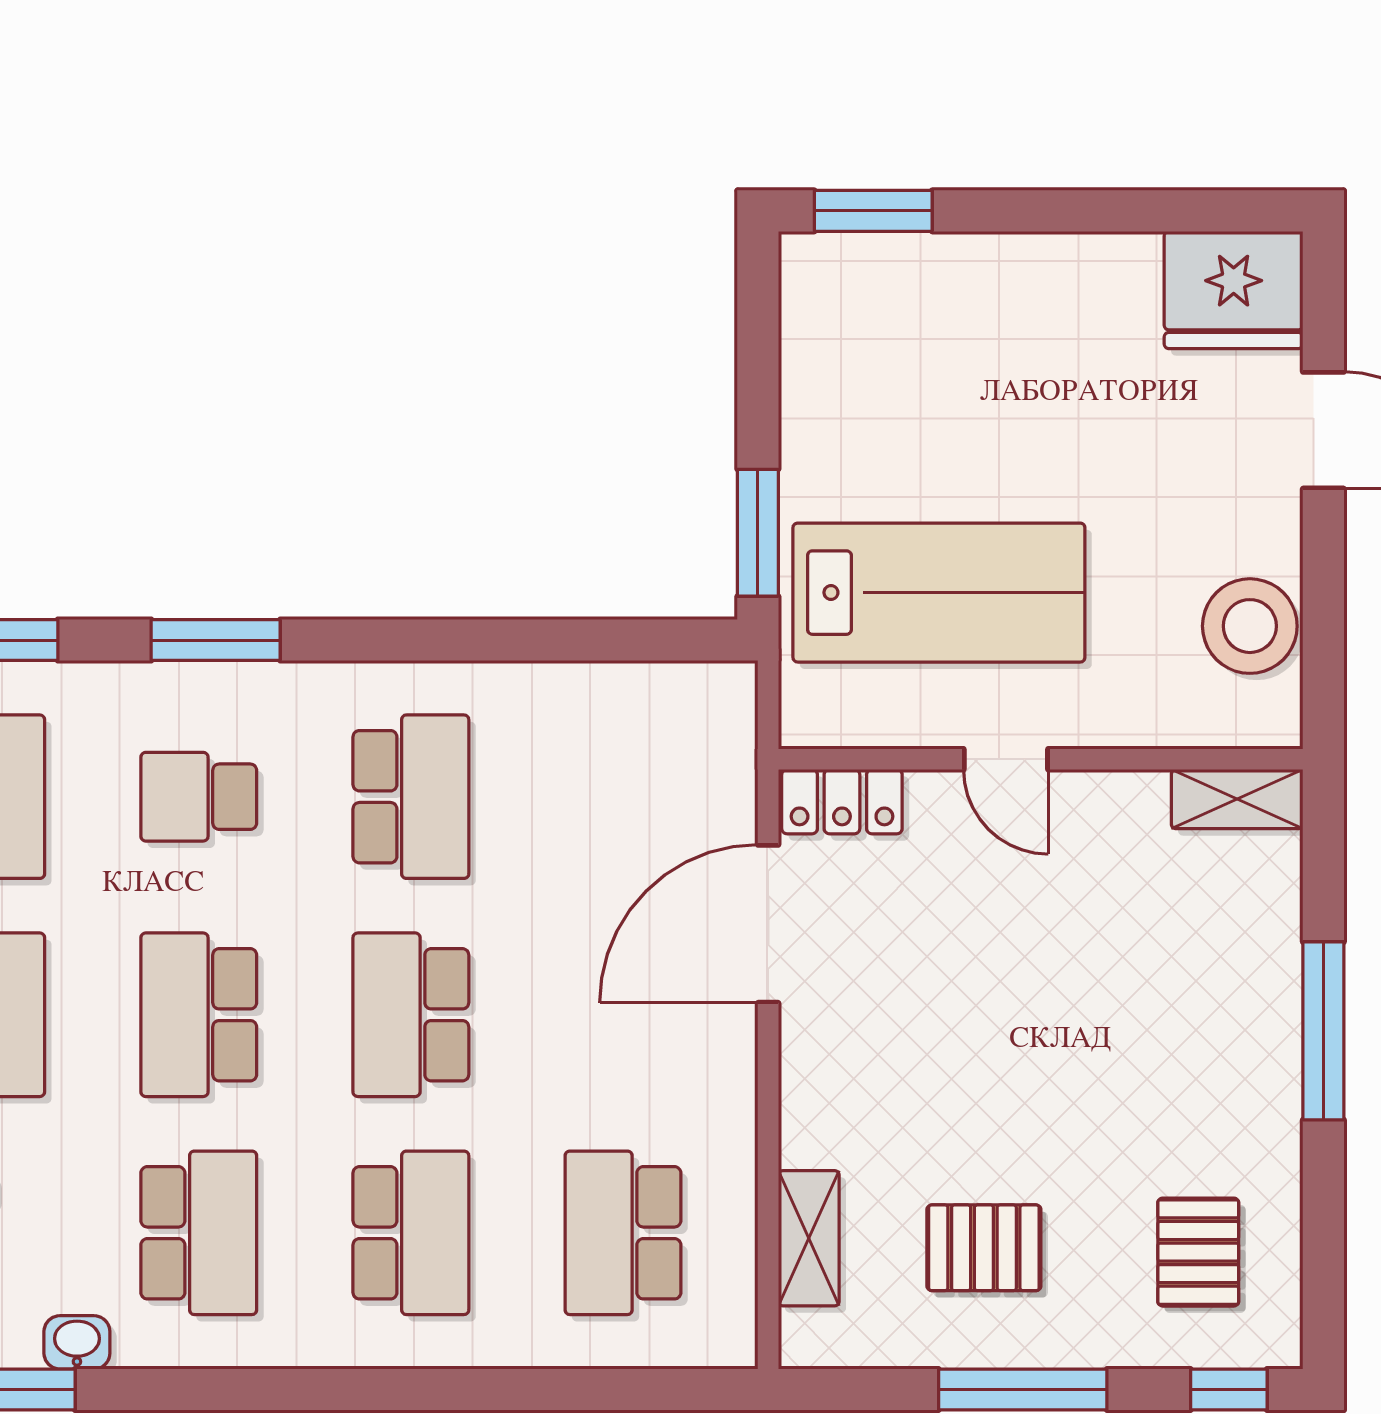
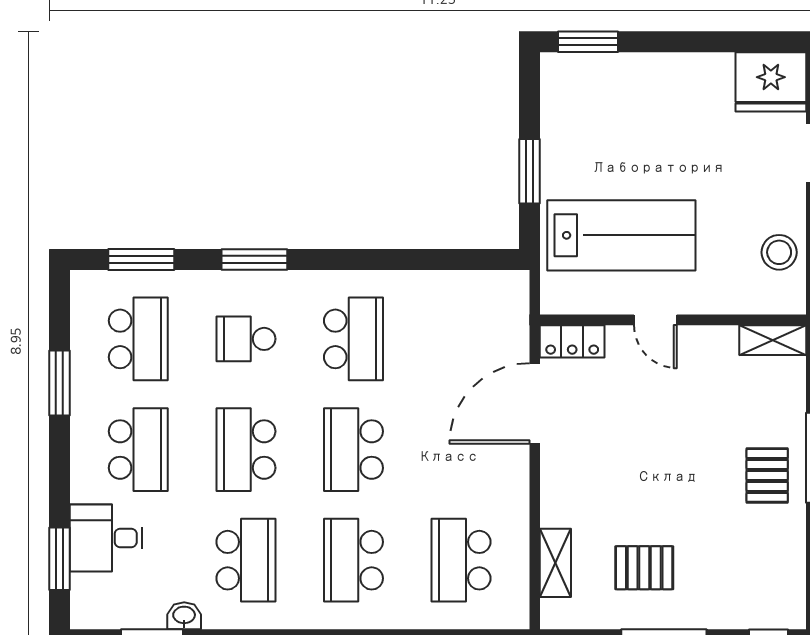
window: (758, 533) -> (530, 171), moved
stool: (1250, 626) -> (779, 252), width x0.73, depth x0.73
school desk: (411, 1233) -> (353, 560), turned 180
pallet: (1198, 1252) -> (767, 475), moved

